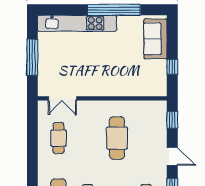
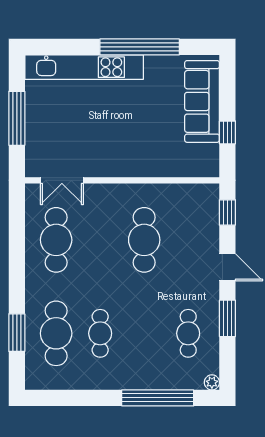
sofa: (155, 39) -> (202, 101), width x1.36
cafe table: (58, 138) -> (56, 240), width x1.37, depth x1.35

